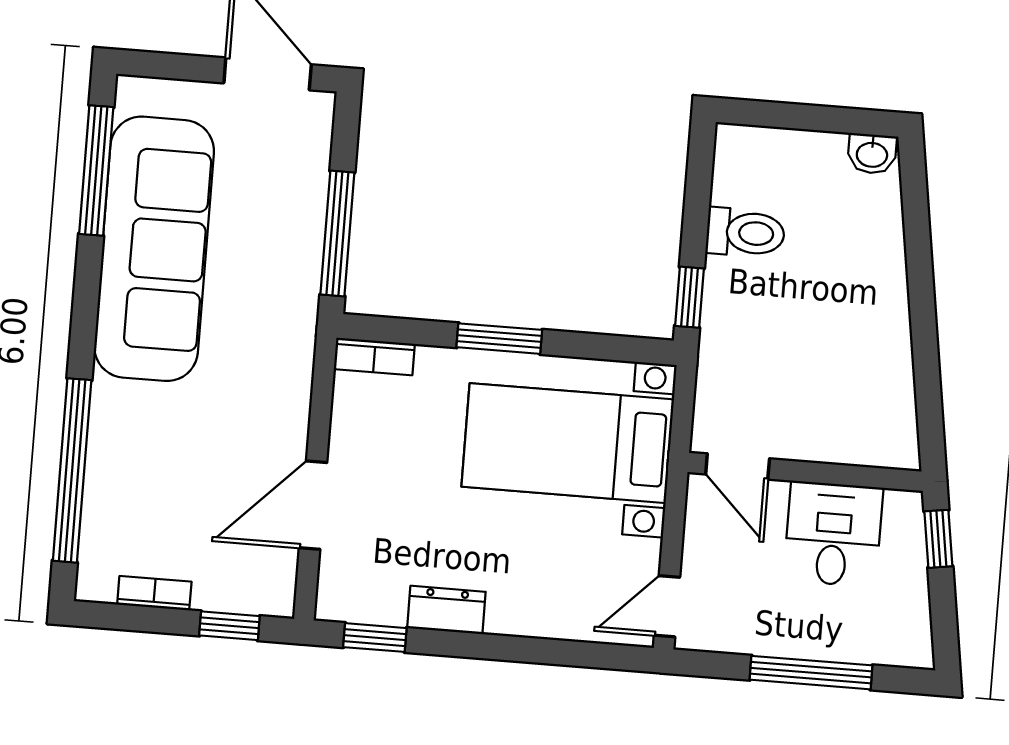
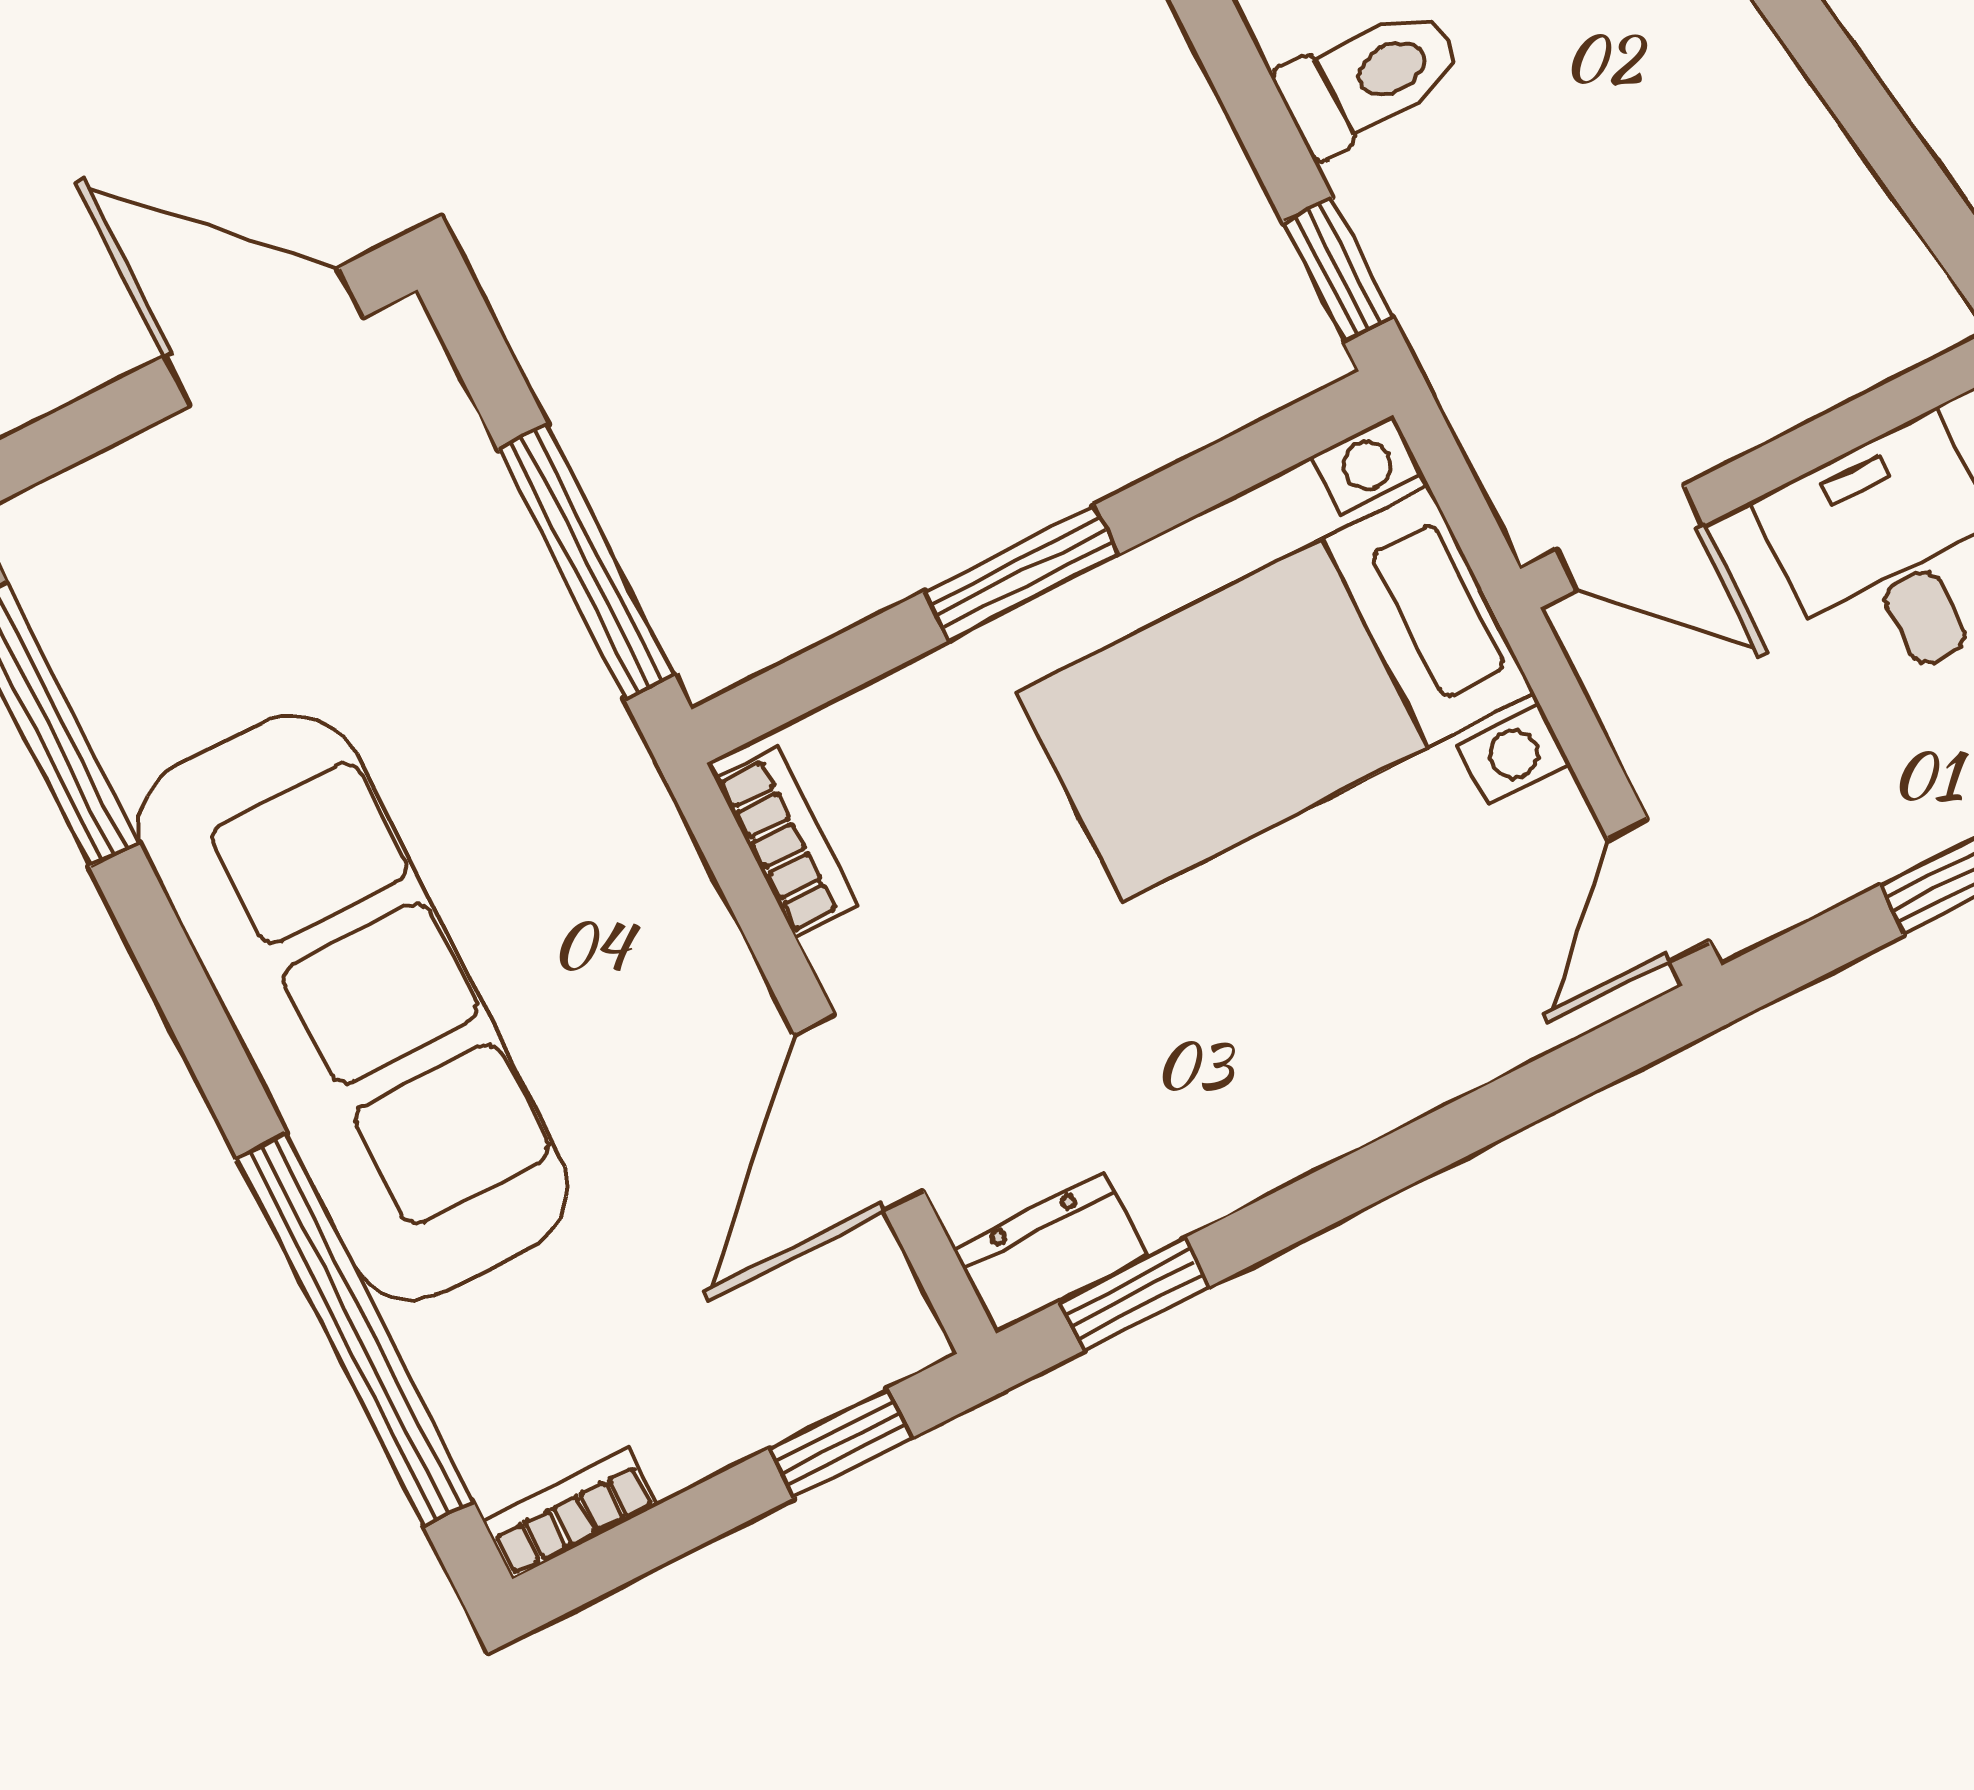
sofa: (154, 249) -> (353, 1007), moved
bookcase: (374, 356) -> (786, 842), moved, turned -90
bookcase: (154, 593) -> (570, 1513), moved
dresser: (446, 610) -> (1050, 1253), moved

